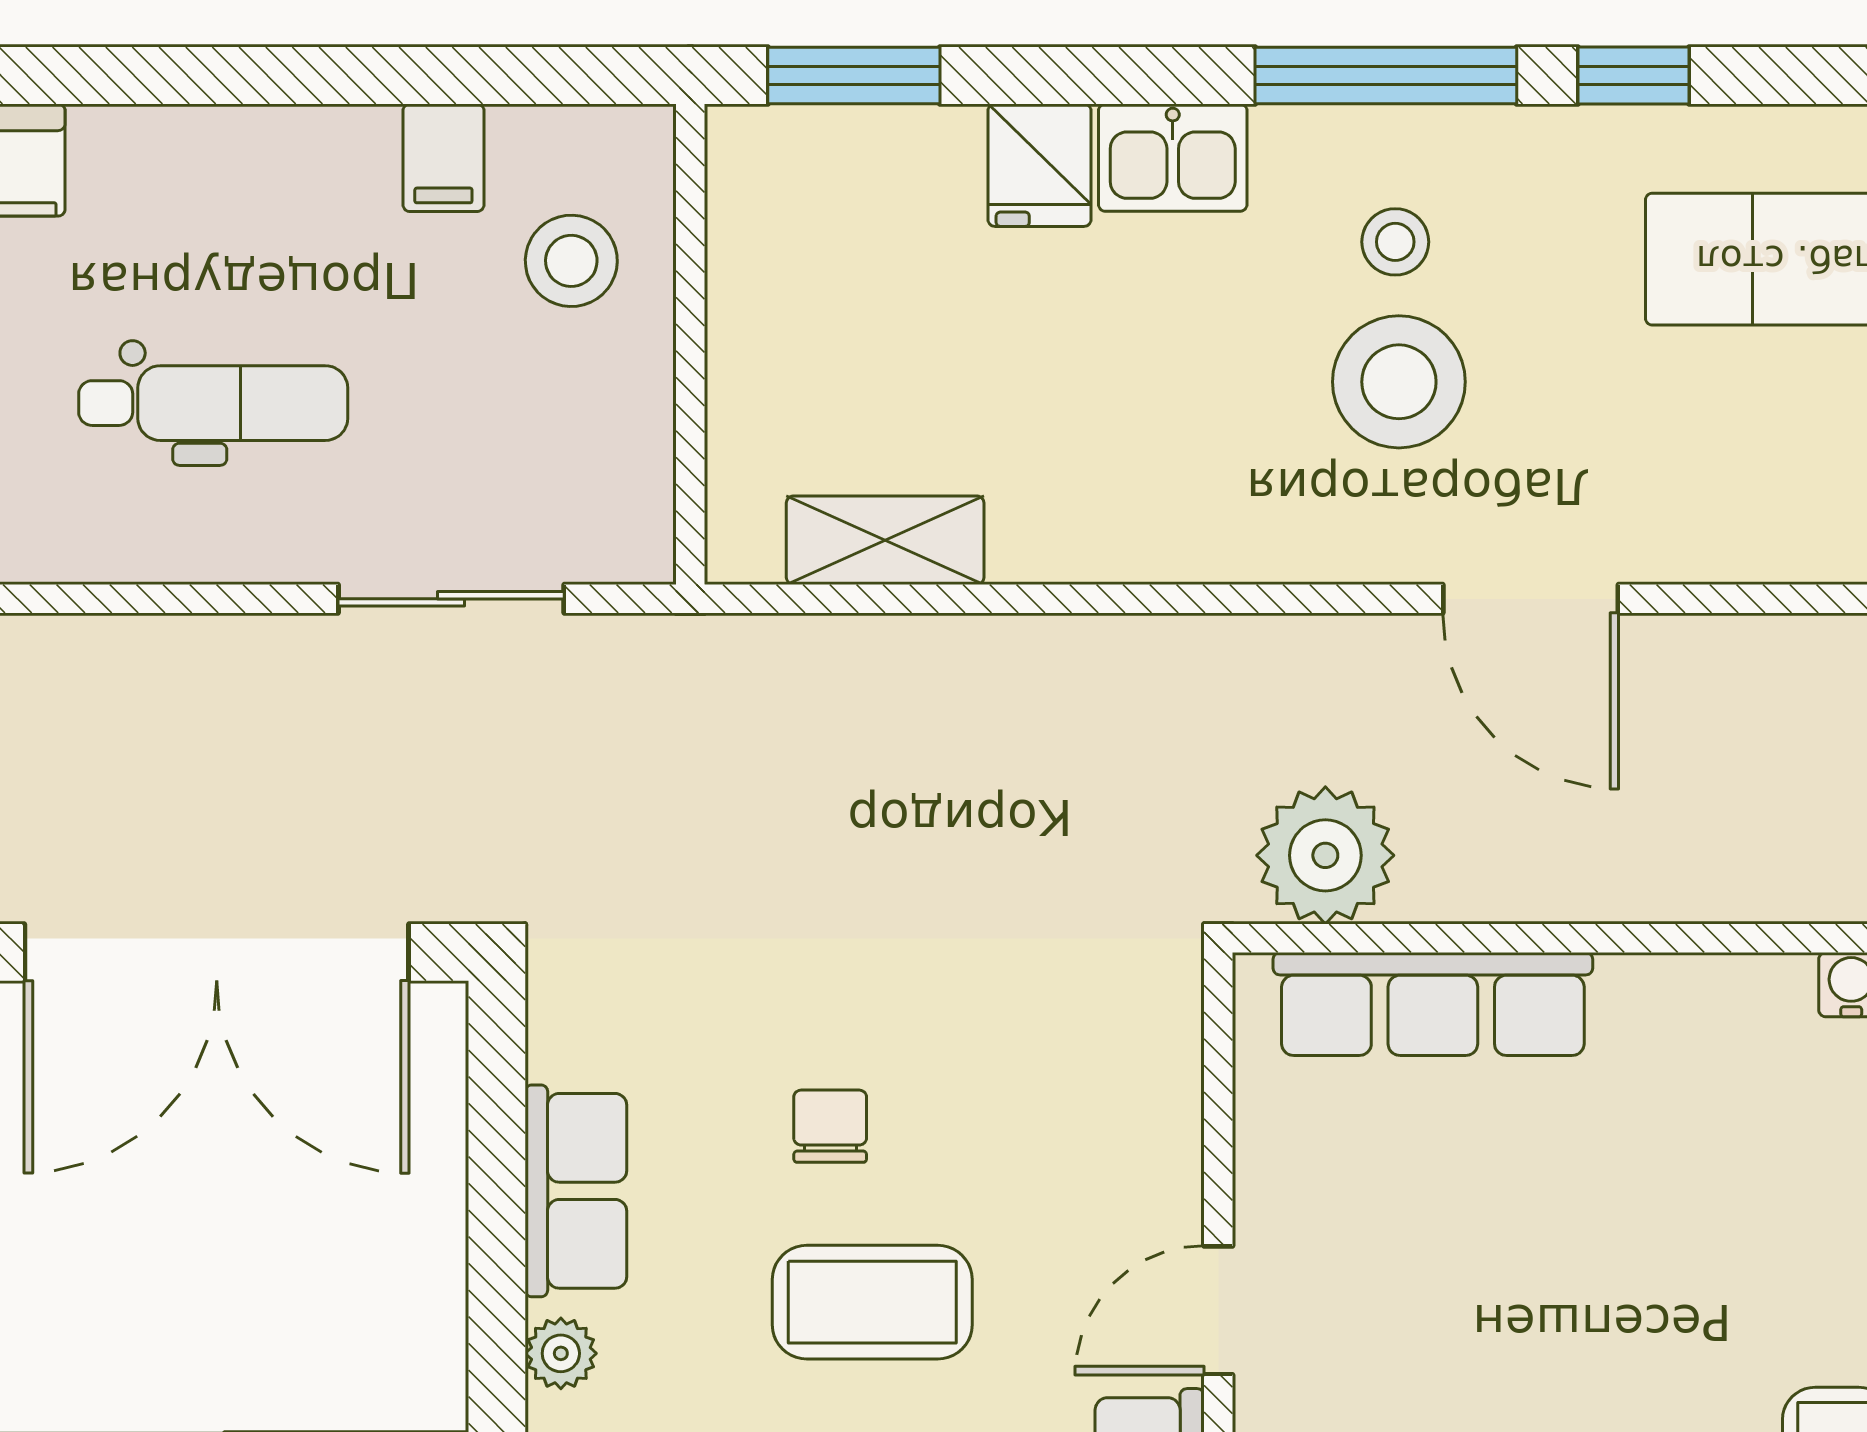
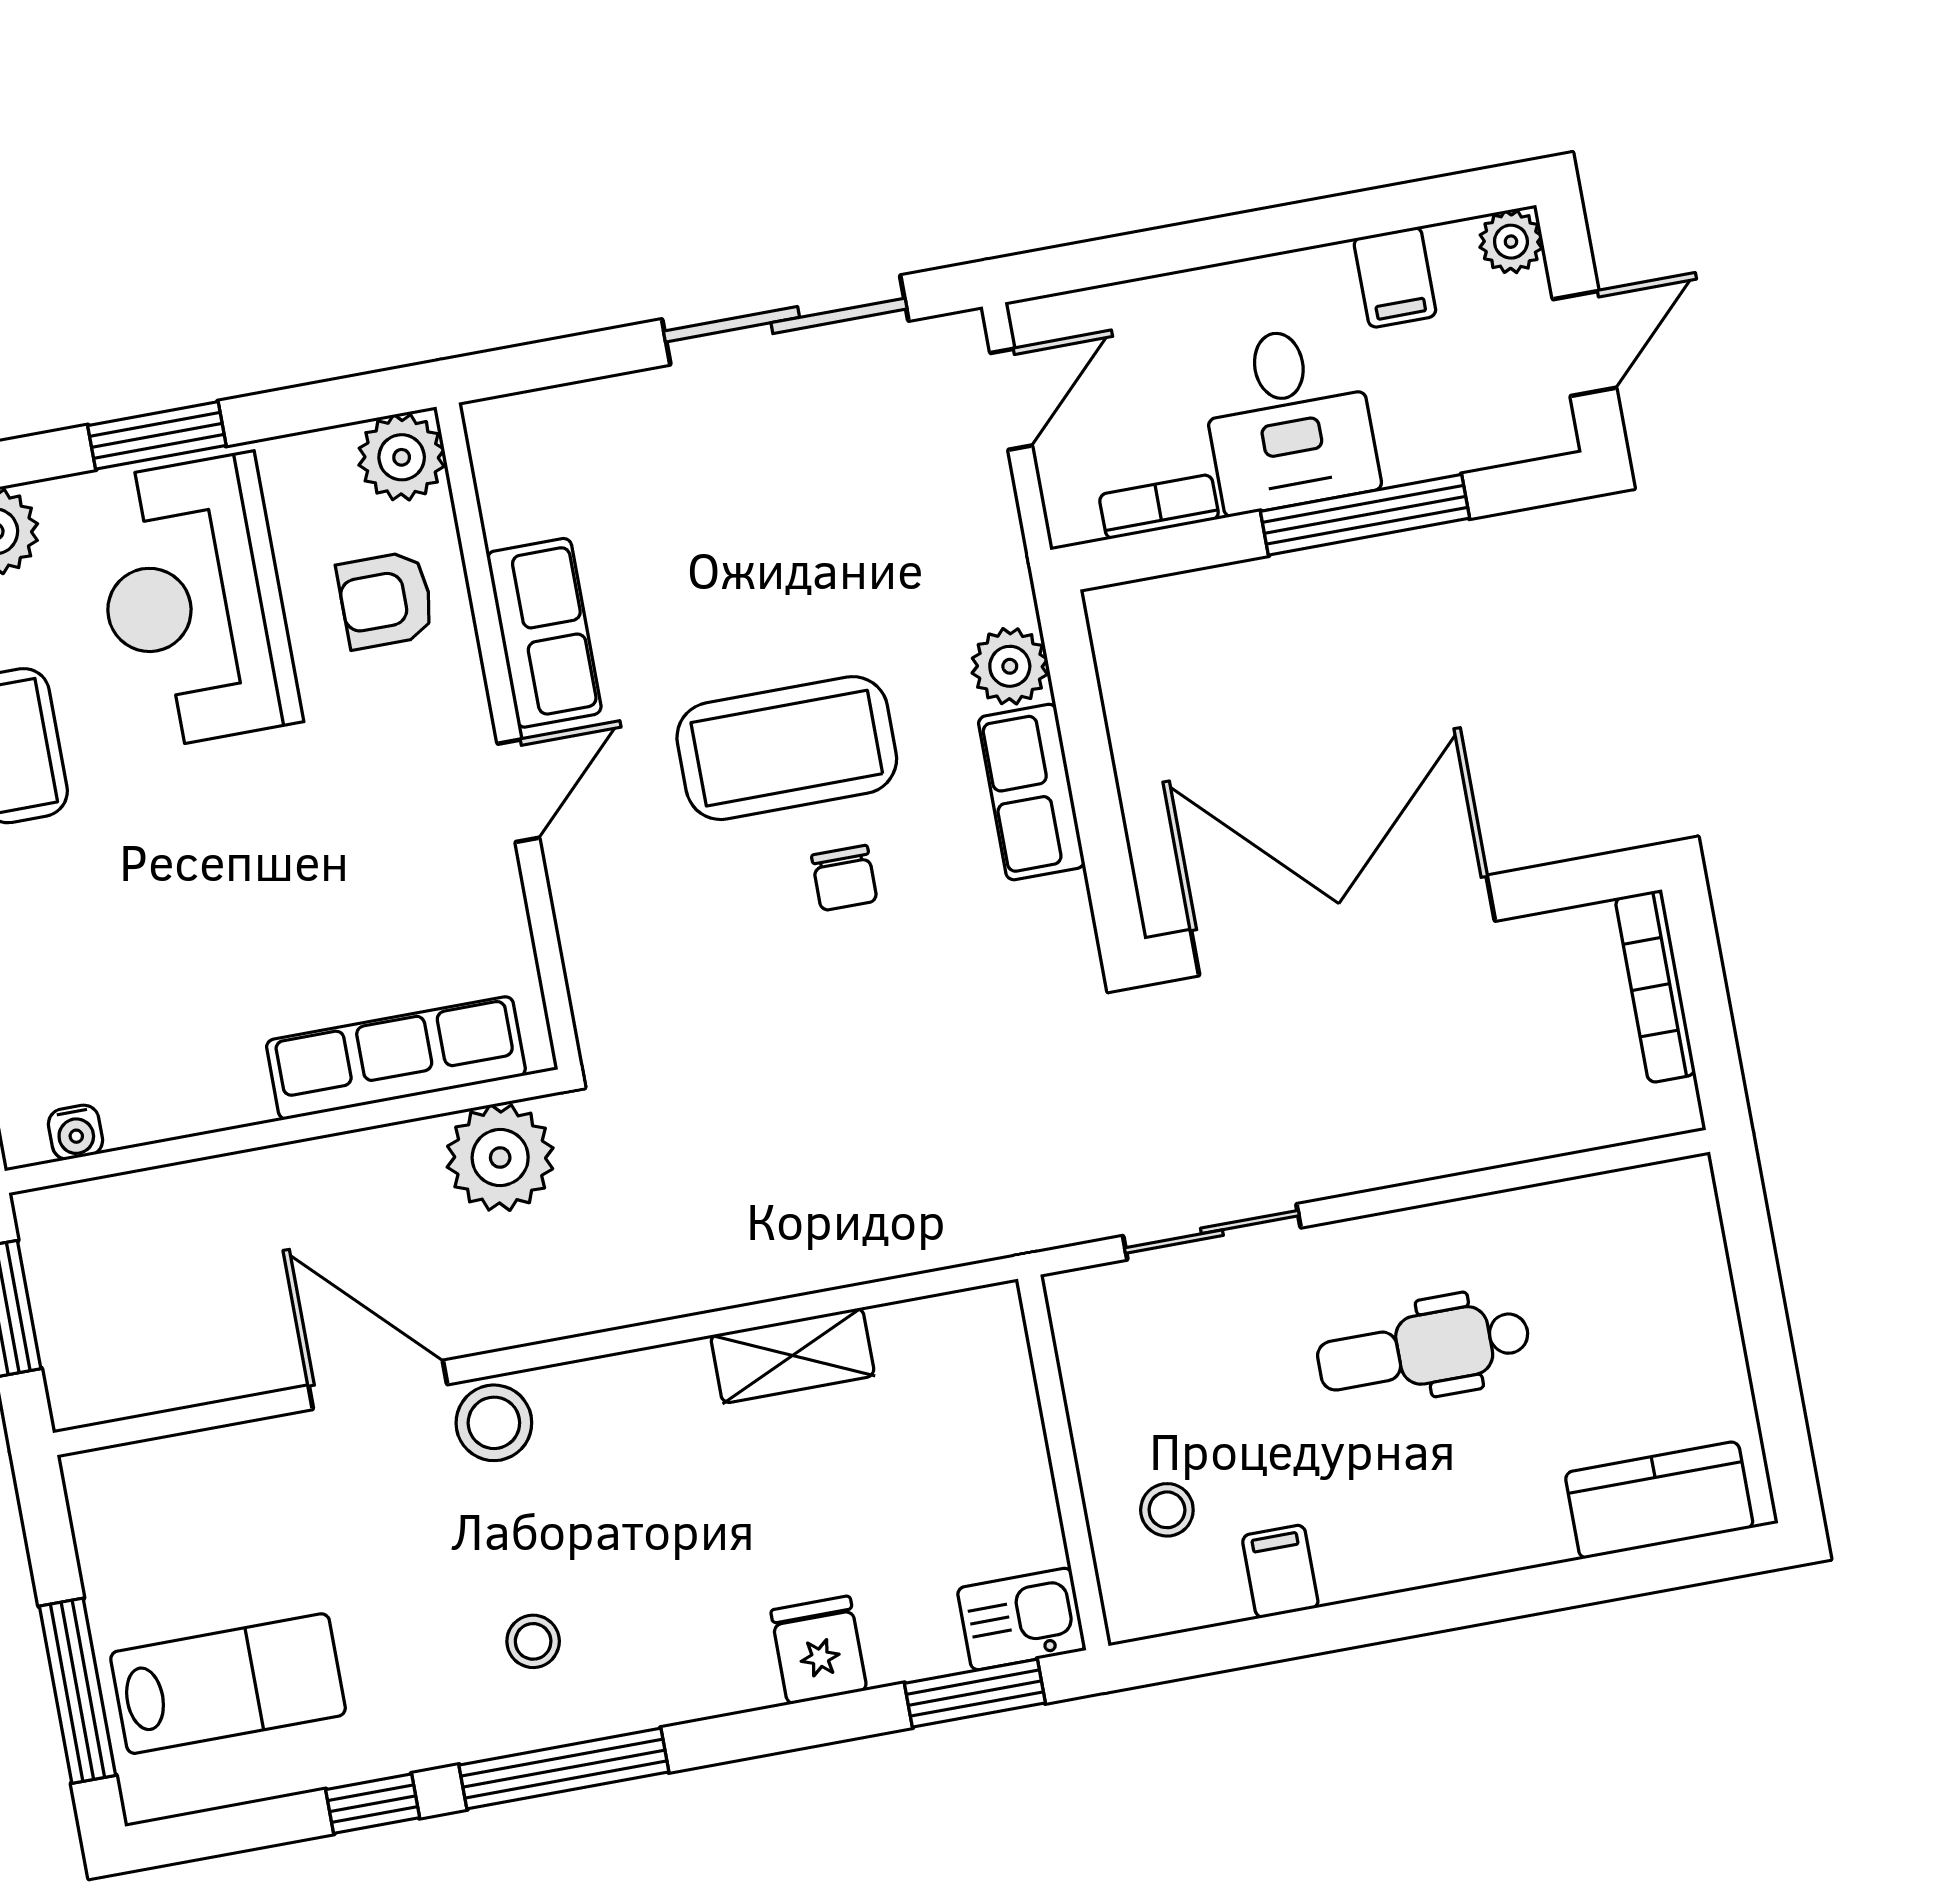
kitchen sink: (1173, 158) -> (1021, 1619), moved
stool: (571, 261) -> (1167, 1510), width x0.73, depth x0.73
stool: (1399, 382) -> (494, 1423), moved, width x0.73, depth x0.73
shelving: (885, 540) -> (793, 1355), moved
coffee table: (872, 1302) -> (787, 748), width x1.36, depth x1.32
plant: (561, 1353) -> (1010, 666), width x1.38, depth x1.38

